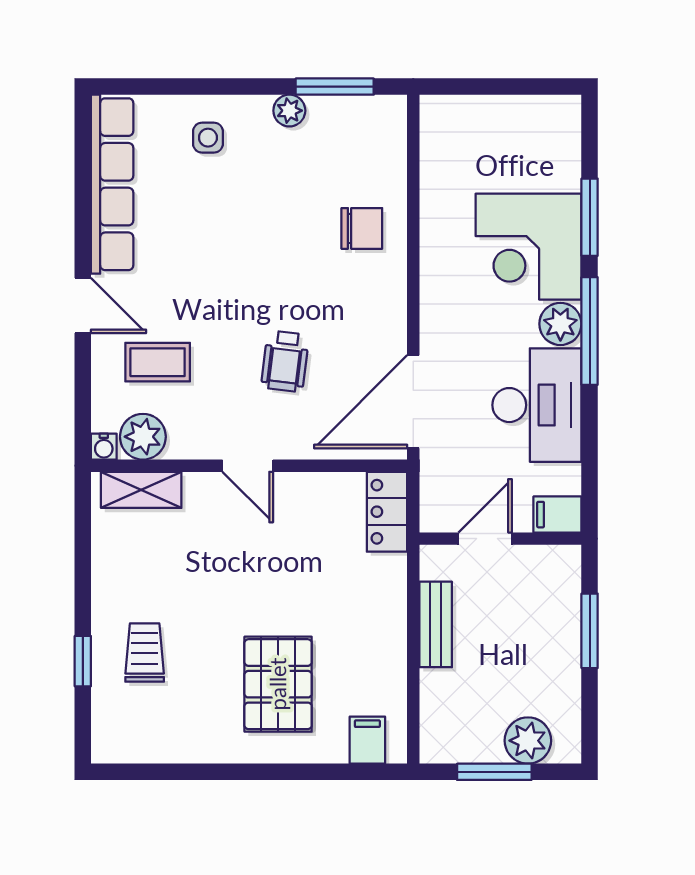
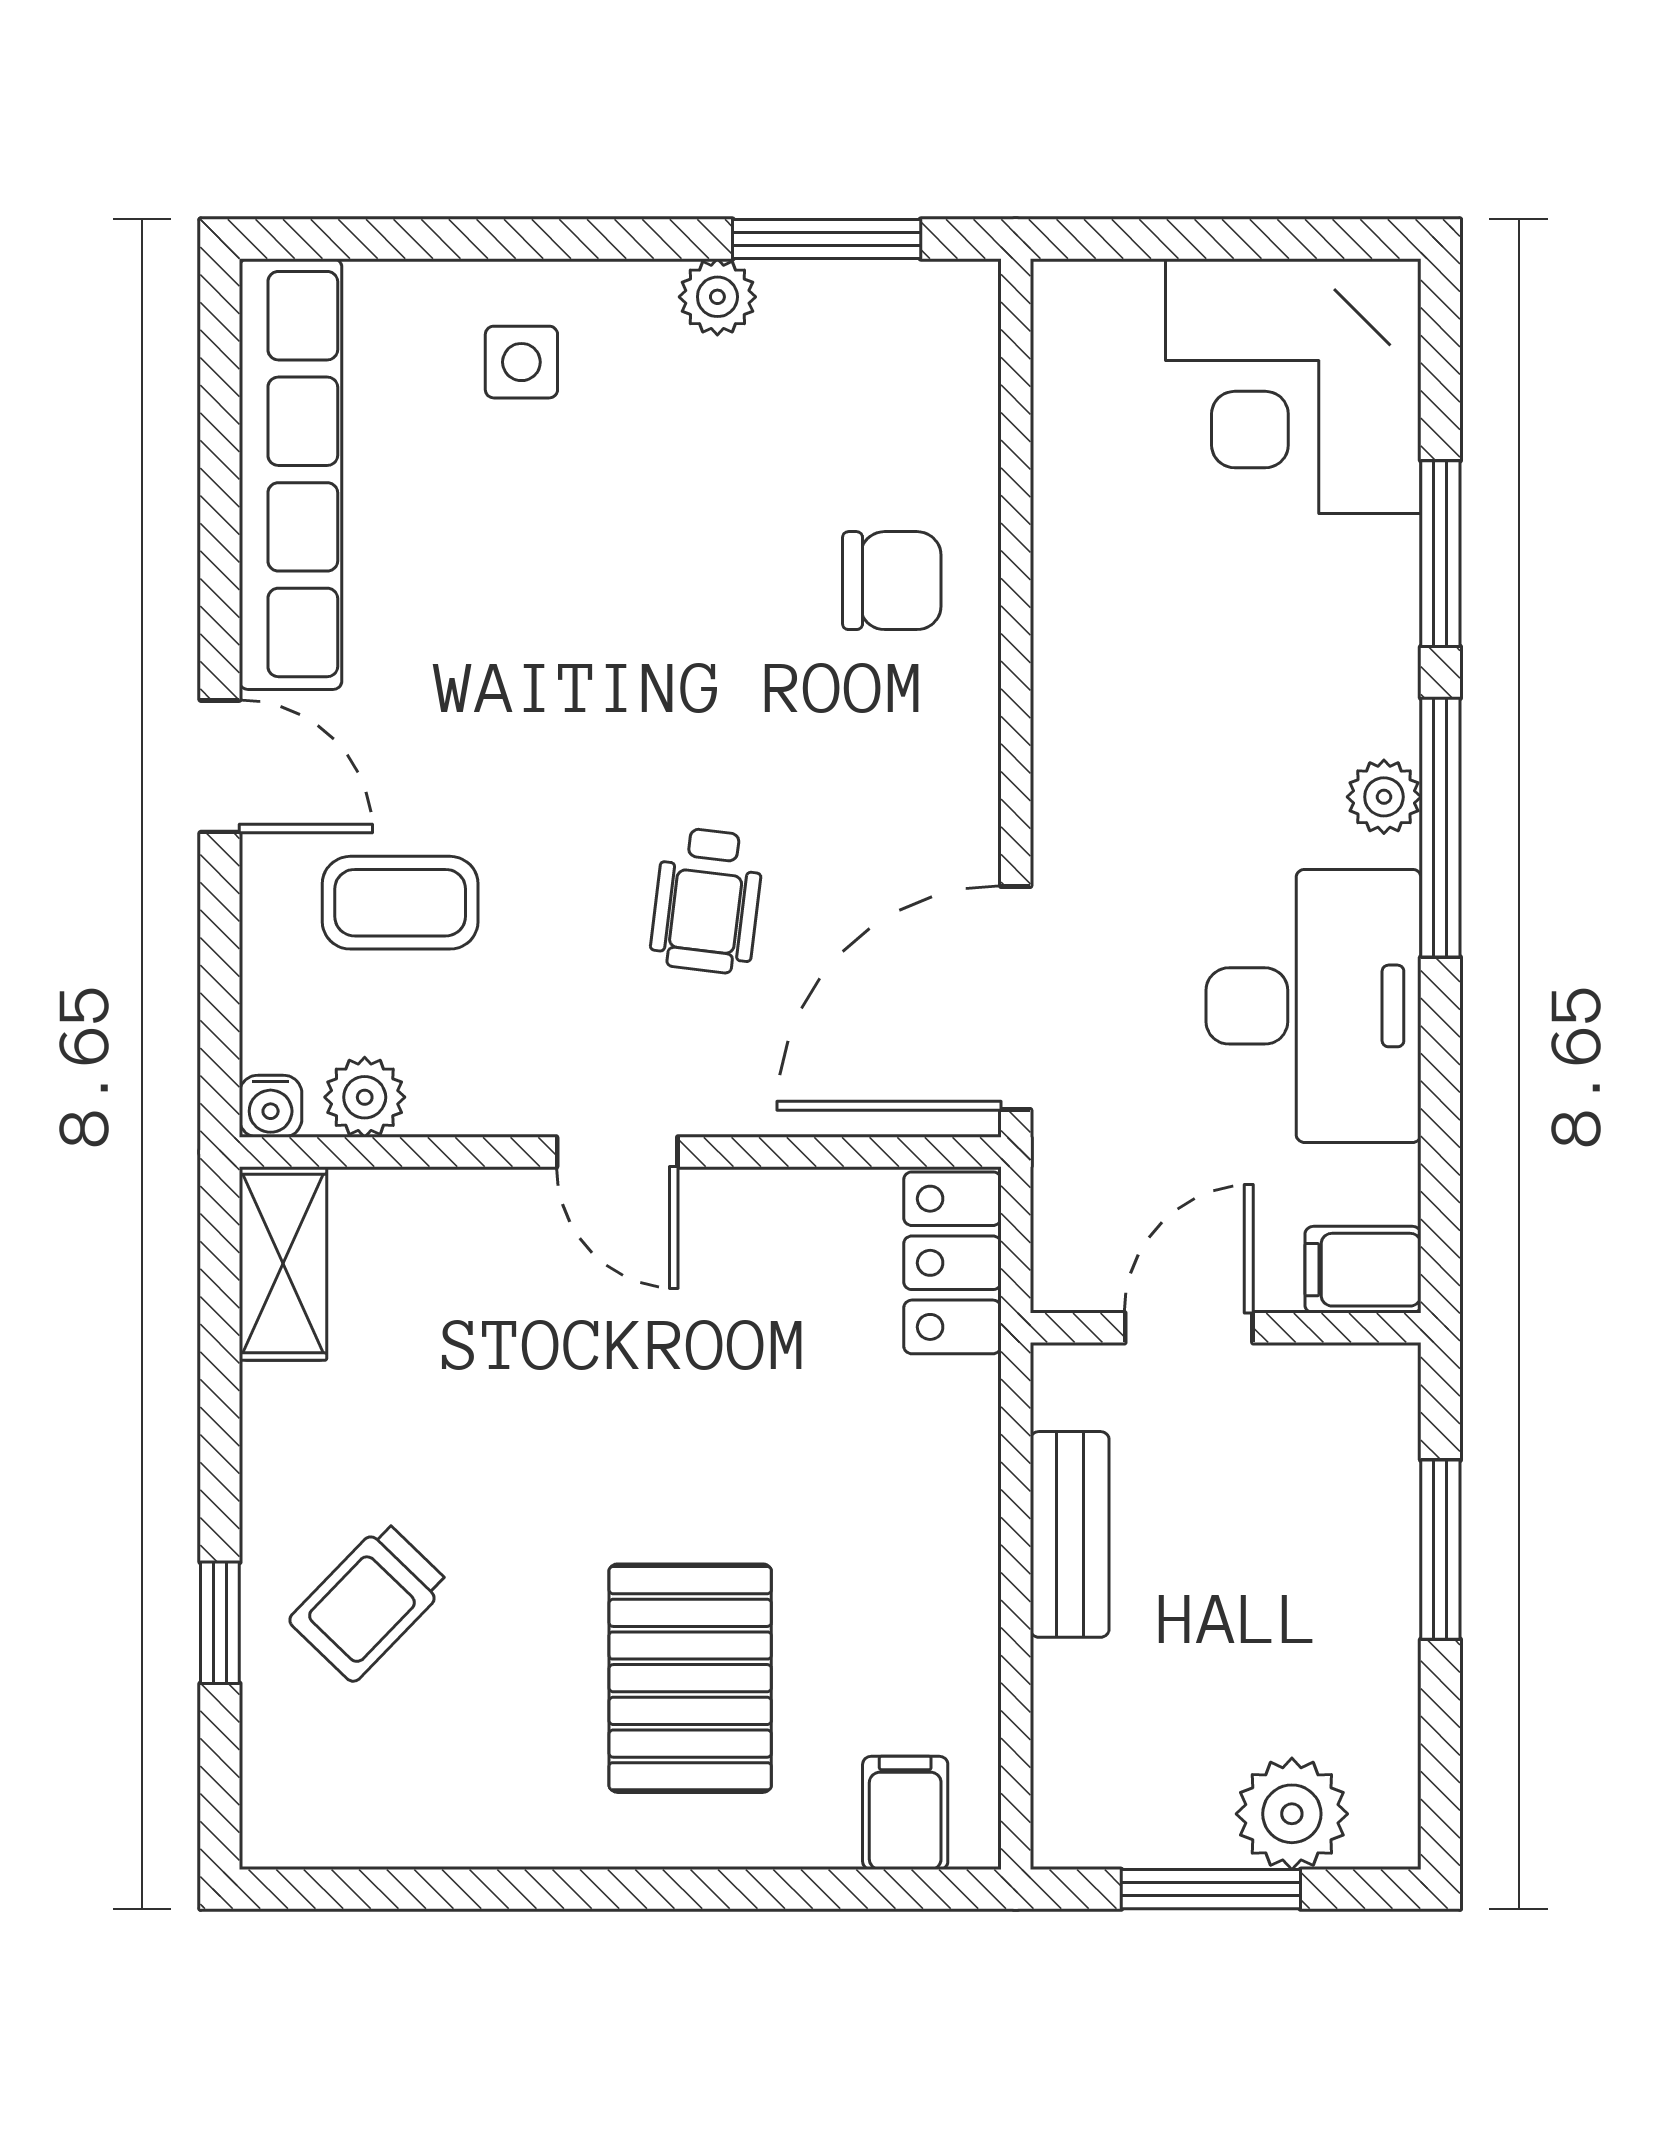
corner desk: (529, 247) -> (1293, 386), moved
plant: (560, 324) -> (1384, 797), width x0.73, depth x0.73
plant: (143, 437) -> (365, 1097), width x0.73, depth x0.73
shelving: (141, 490) -> (283, 1264), moved, turned 90
trolley: (145, 653) -> (369, 1602), turned -136

